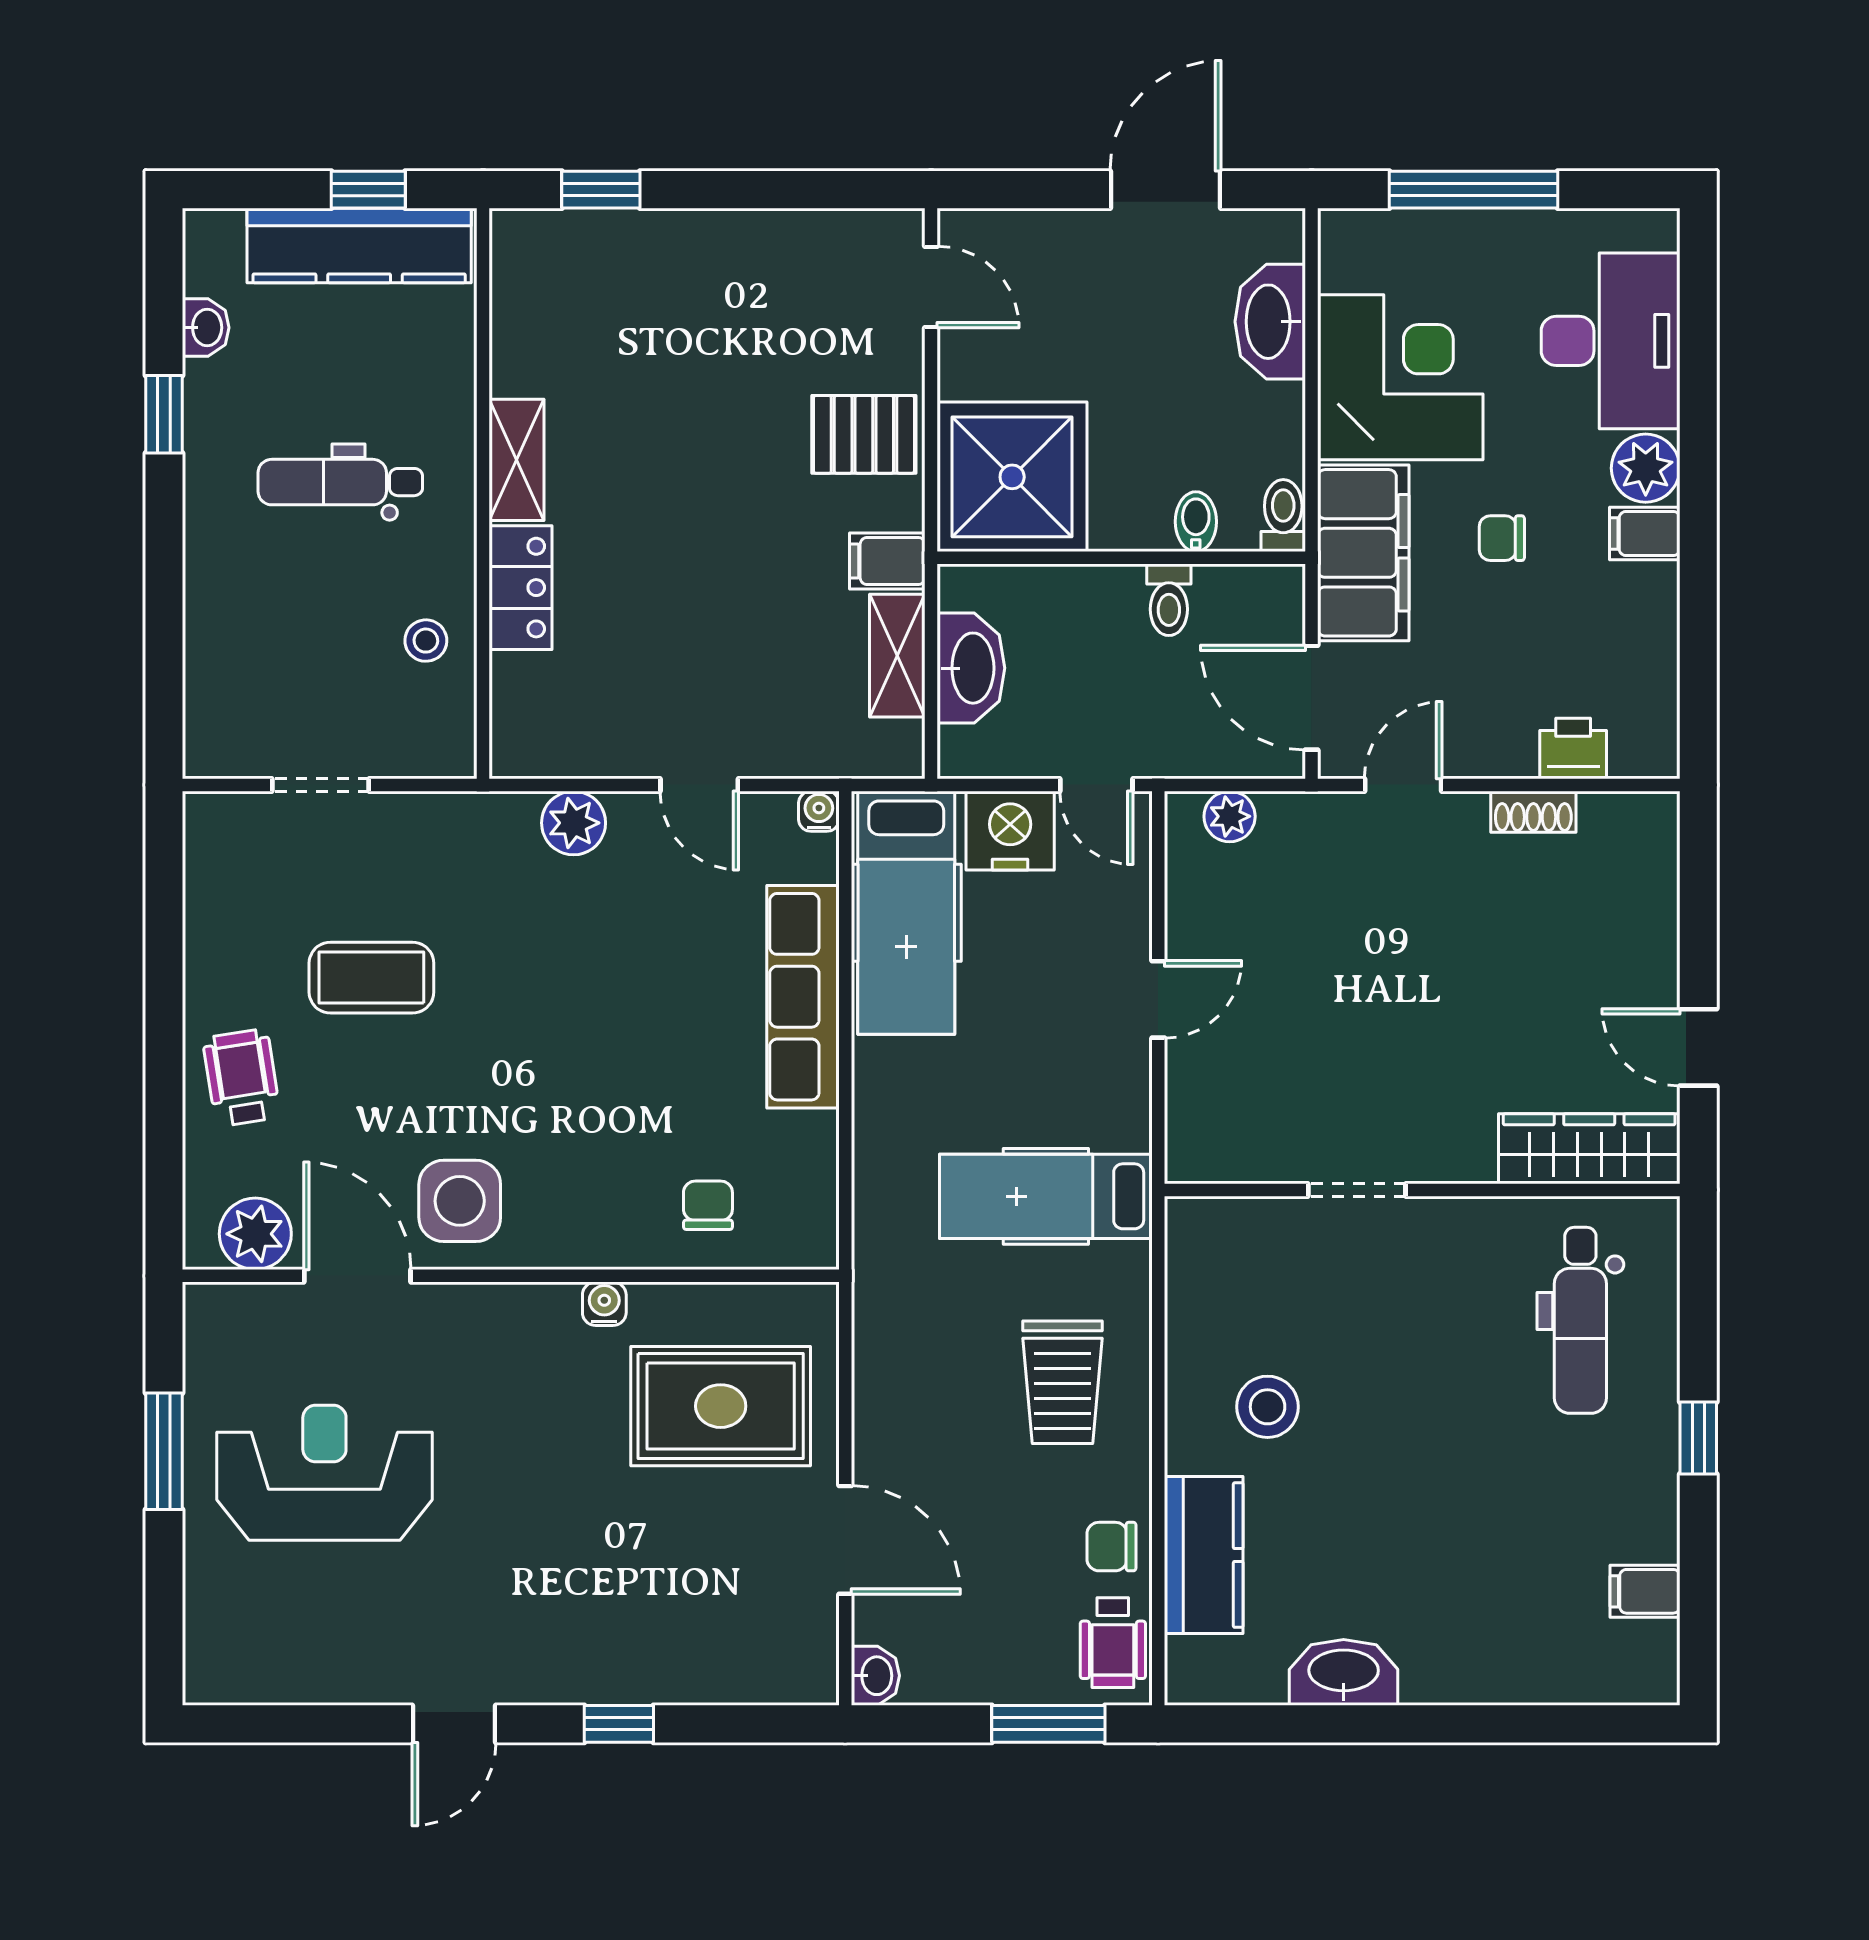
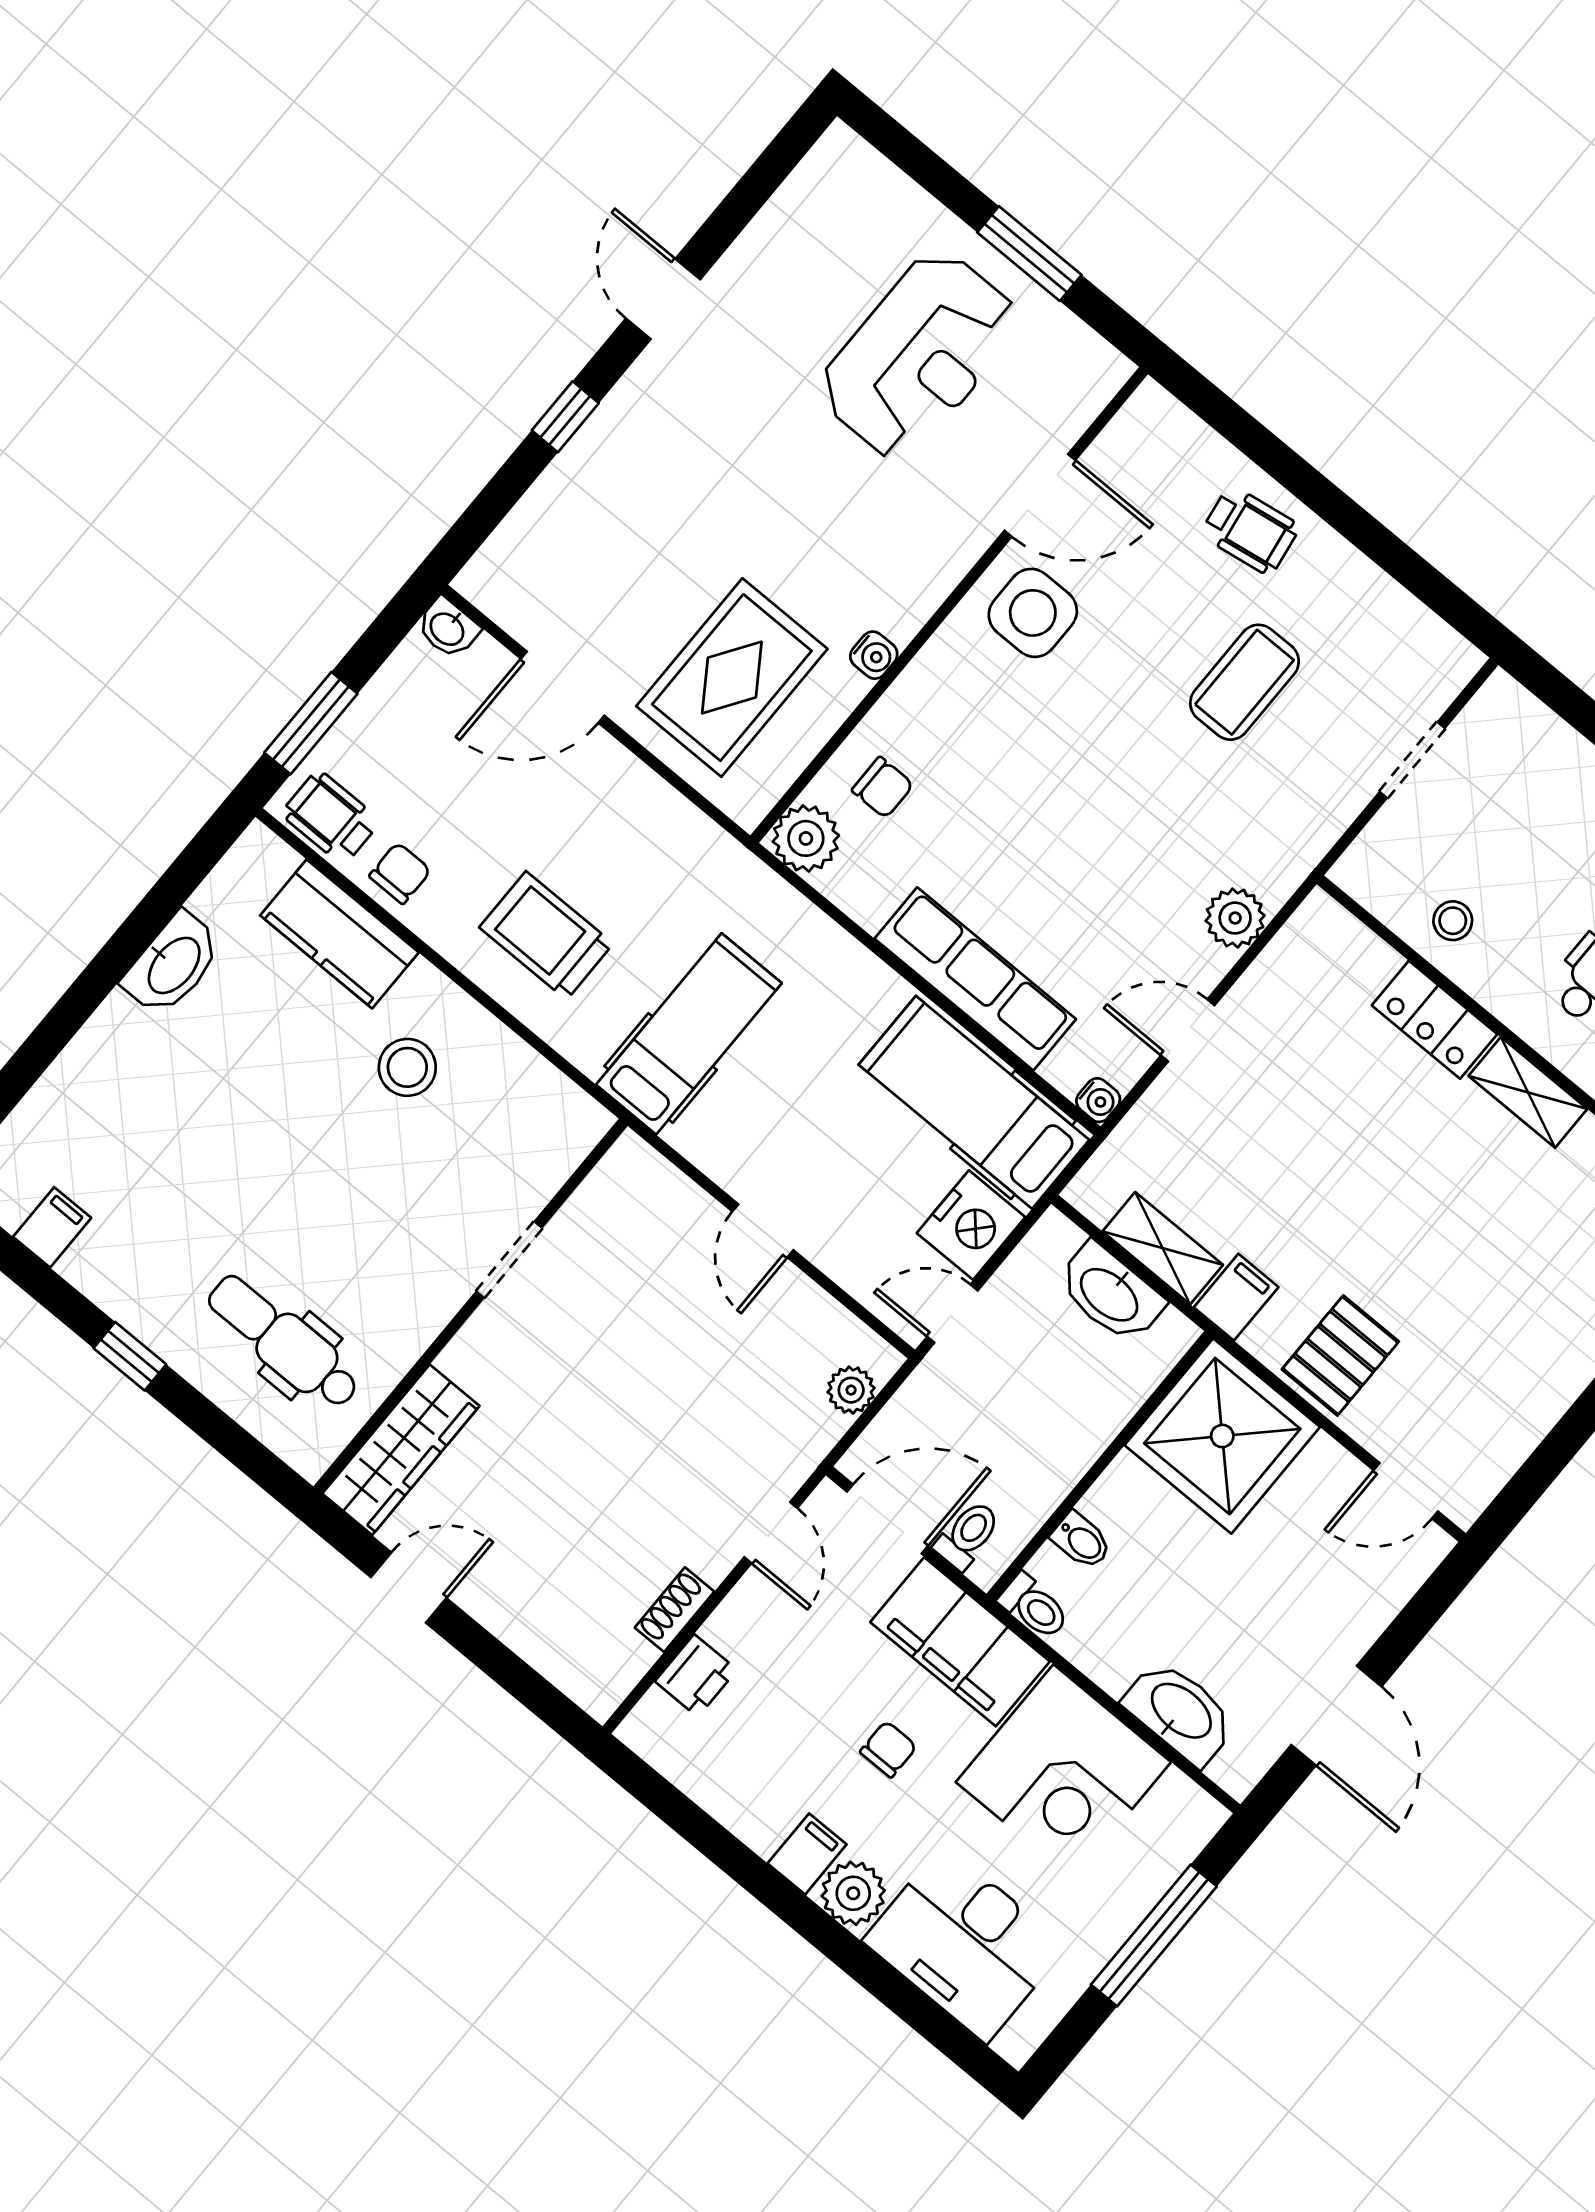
toilet: (1169, 600) -> (968, 1535), moved, turned 90
plant: (255, 1234) -> (806, 838), moved

